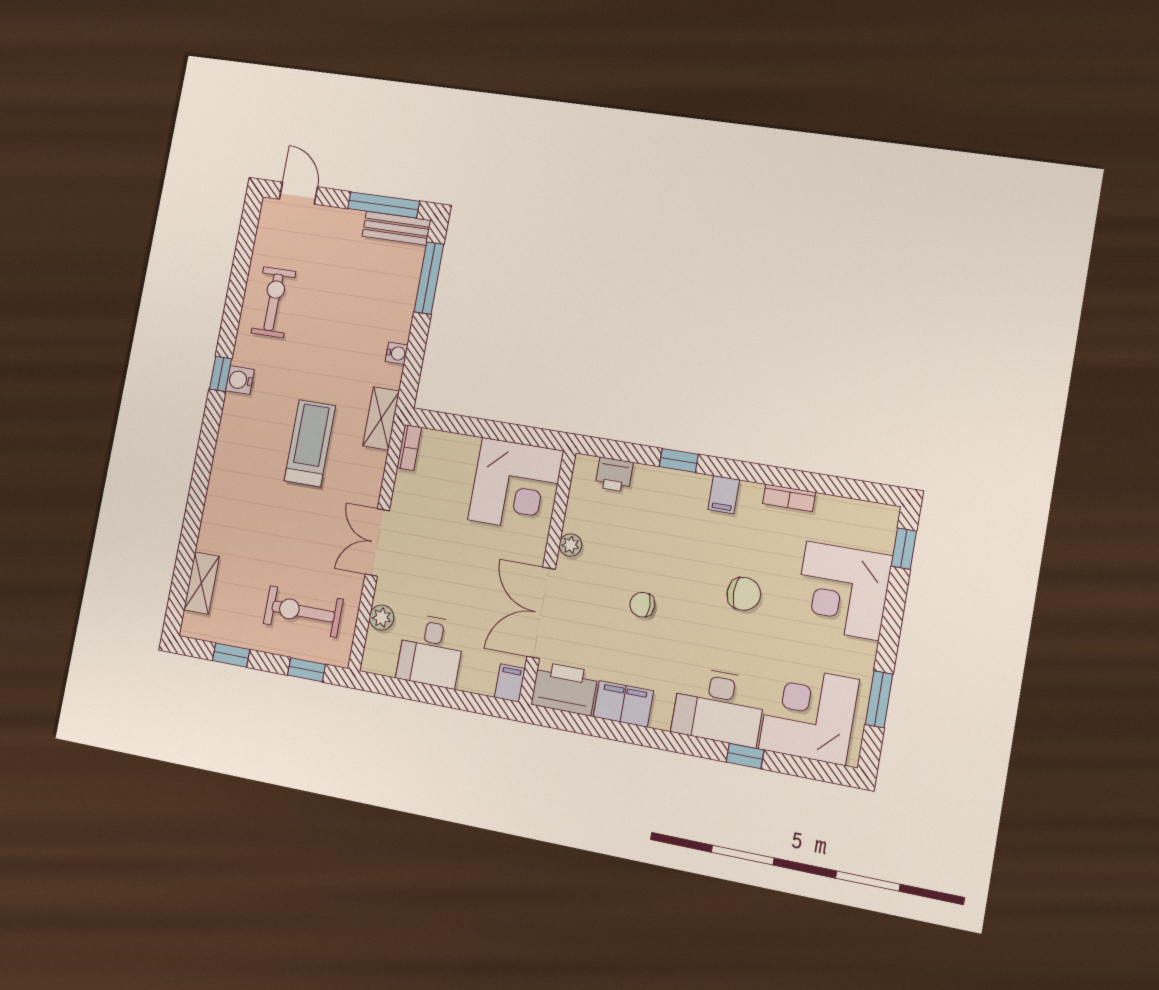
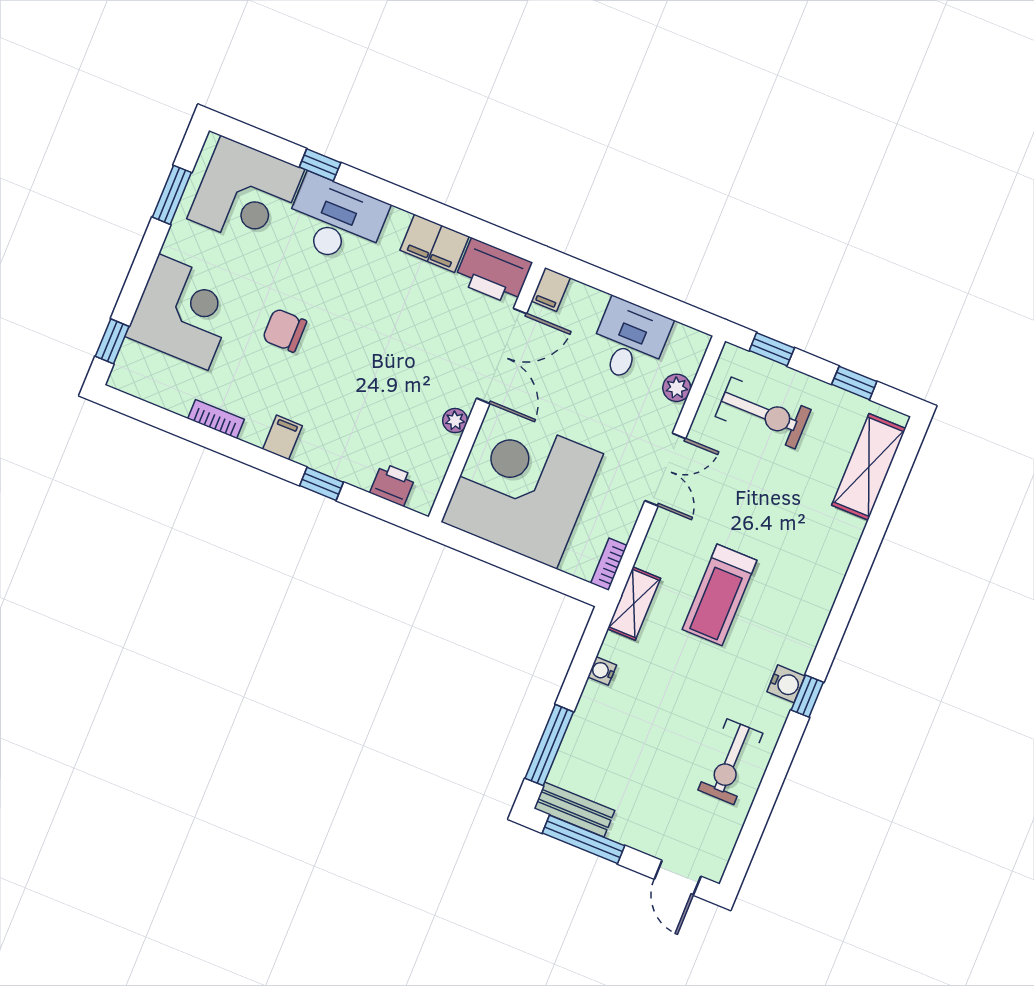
corner desk: (516, 485) -> (522, 488), width x1.36, depth x1.36
shelving: (202, 583) -> (869, 467), width x1.50, depth x1.33
chair: (642, 605) -> (392, 342), removed

